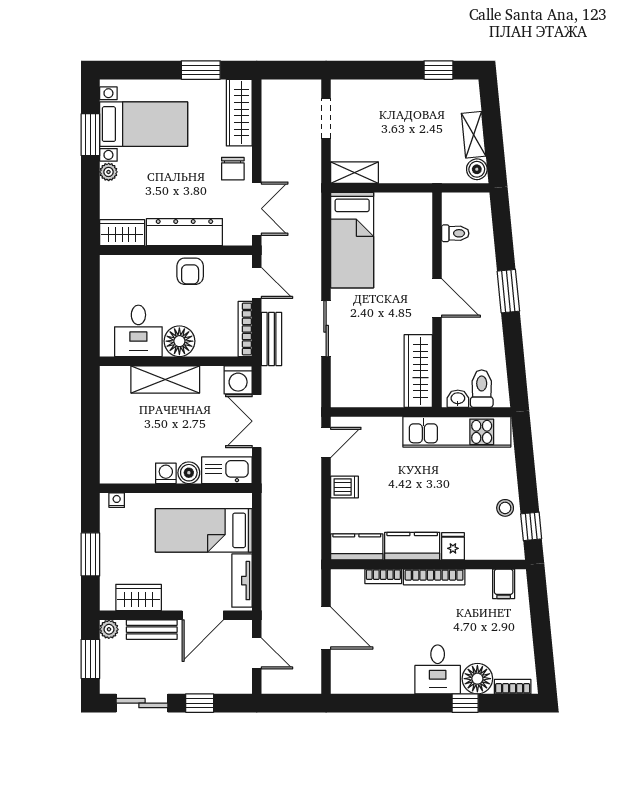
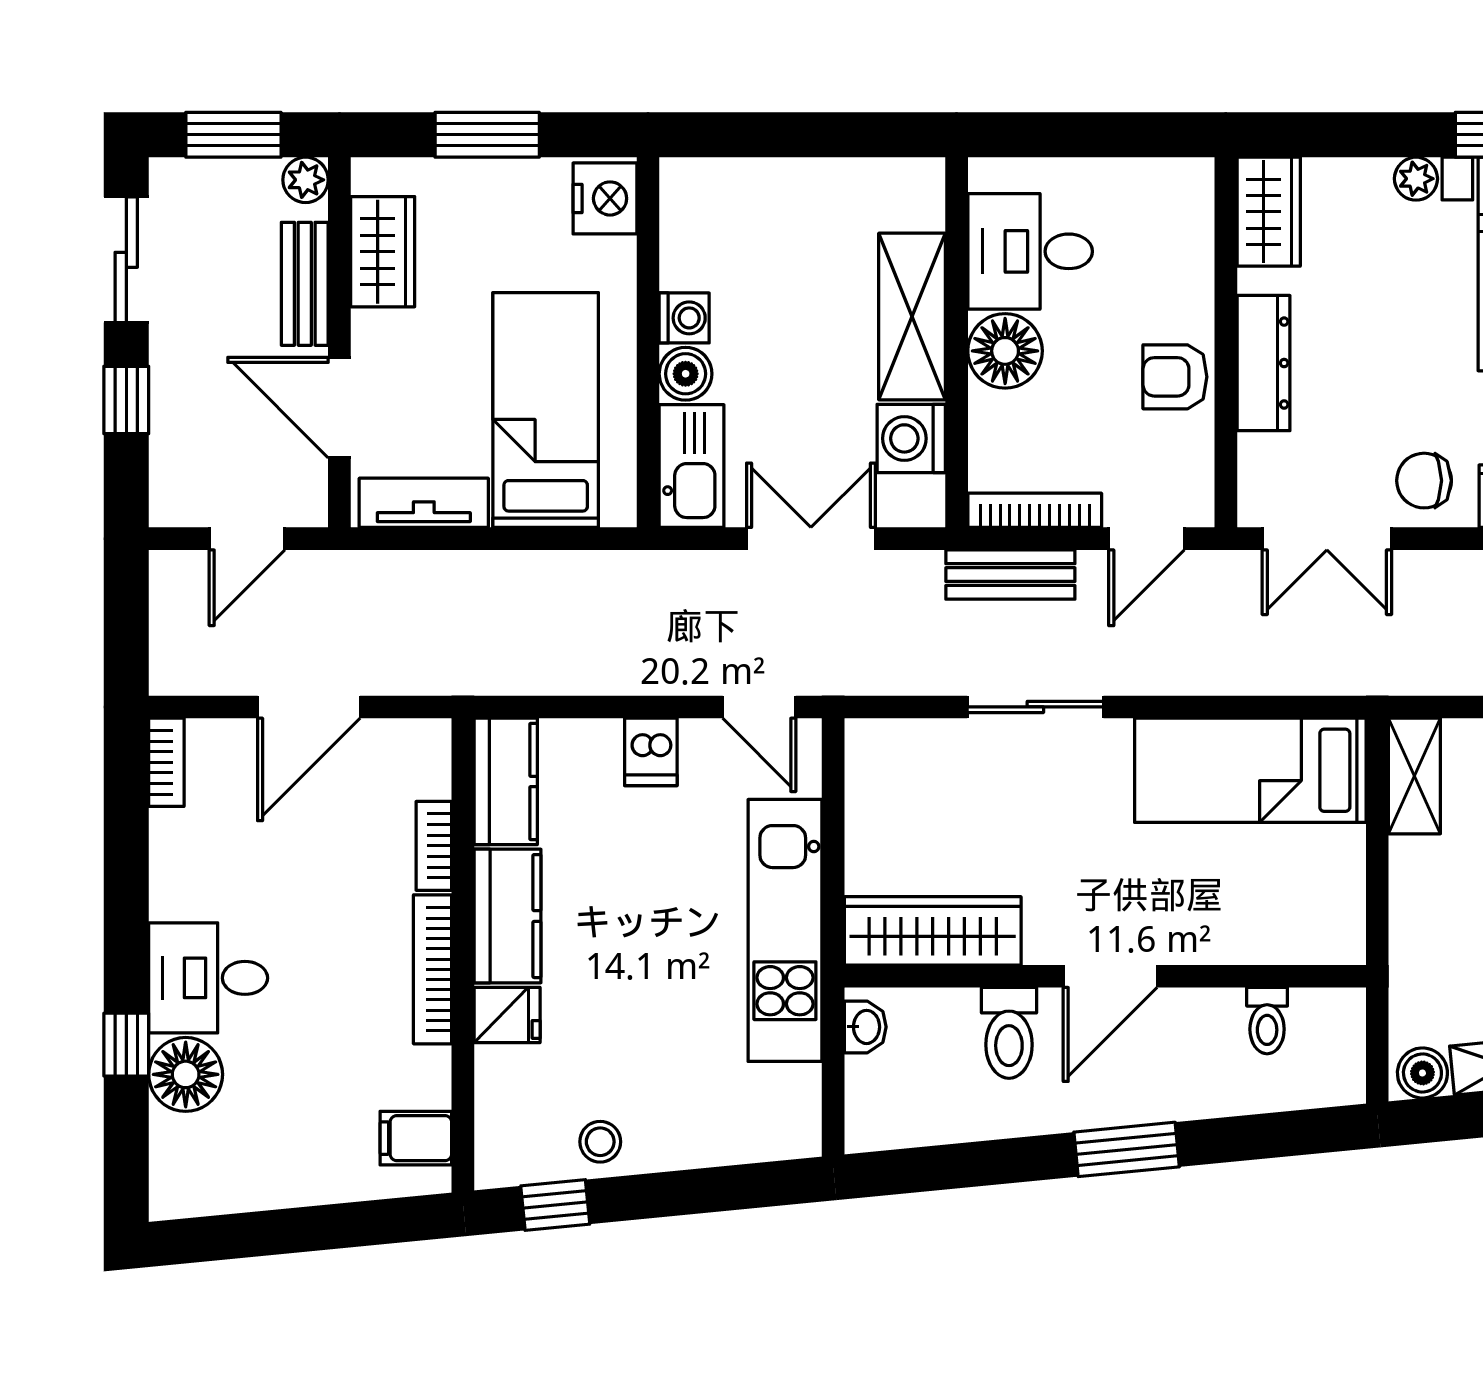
dresser: (184, 232) -> (1263, 363), width x0.73, depth x0.80
washing machine: (238, 380) -> (911, 438), moved
toilet: (482, 389) -> (1009, 1033), moved, turned 90
kitchen unit: (457, 432) -> (785, 930), moved
nightstand: (117, 500) -> (605, 198), width x1.89, depth x1.79
bookcase: (513, 687) -> (166, 762), moved

